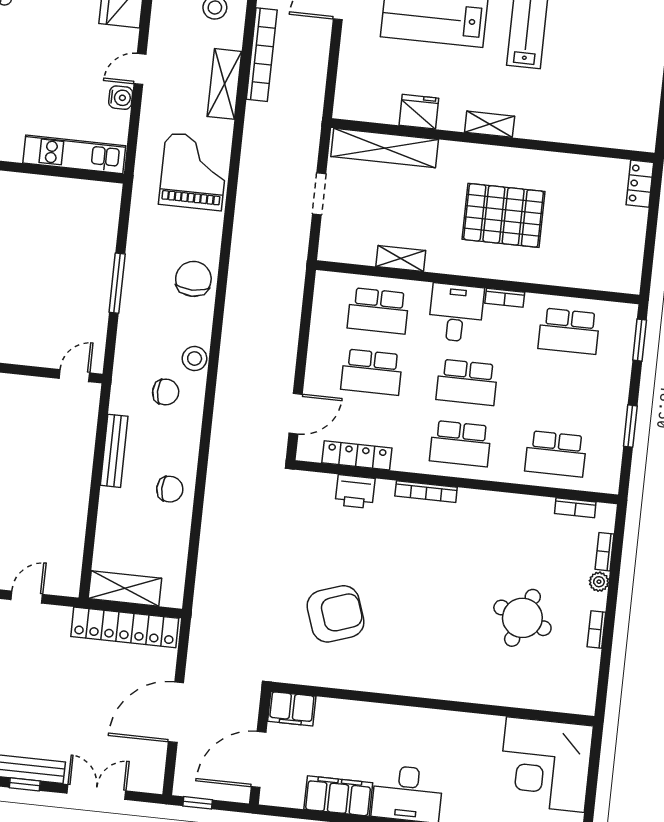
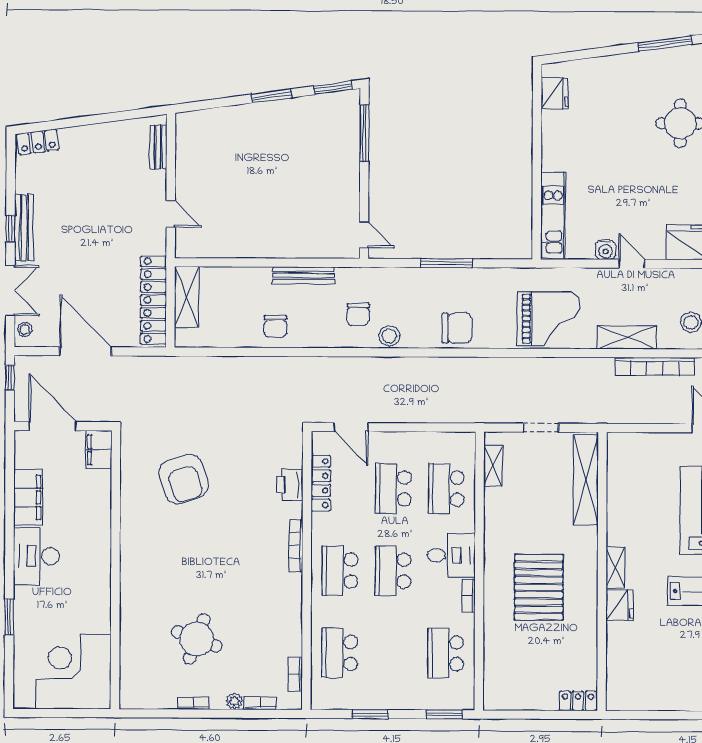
fridge: (419, 112) -> (620, 605), moved
shelving: (401, 258) -> (493, 466), moved
stool: (143, 780) -> (25, 330), added

